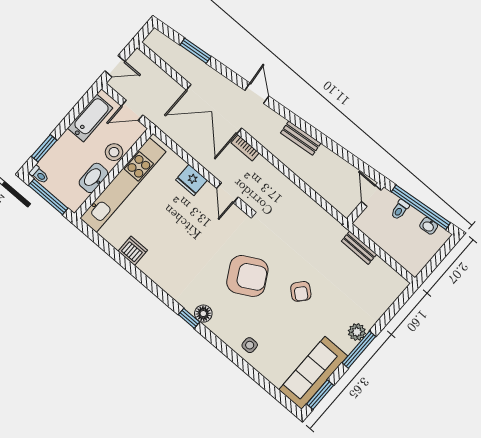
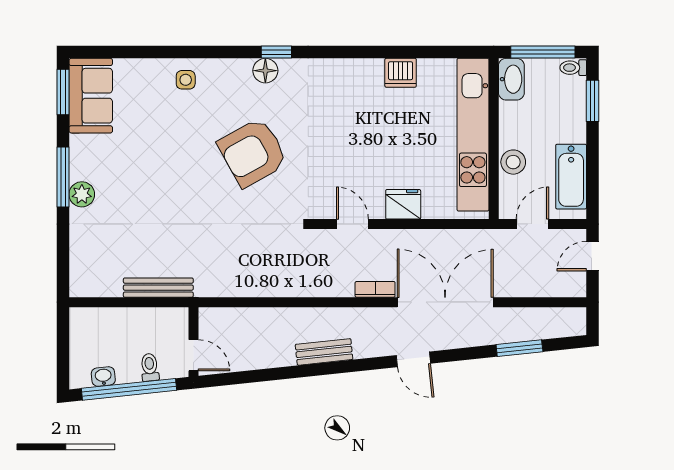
washbasin: (93, 178) -> (511, 79), moved
bench: (359, 248) -> (158, 288), width x1.36
armchair: (301, 291) -> (180, 186), removed
sofa: (313, 373) -> (91, 96), width x0.73

